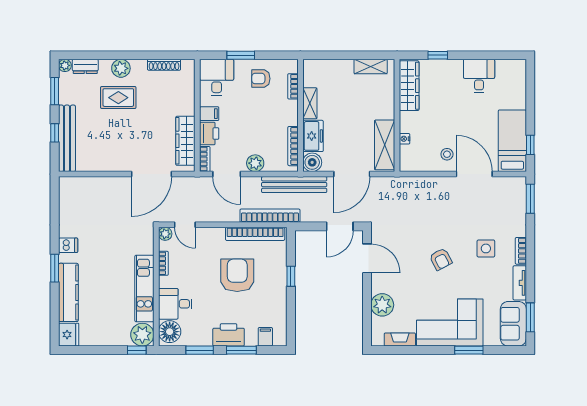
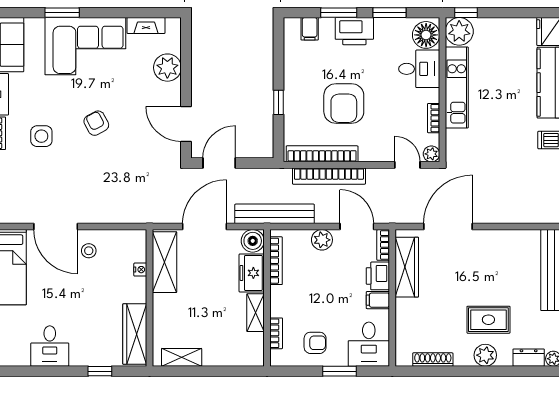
bookcase: (270, 216) -> (329, 176), moved

